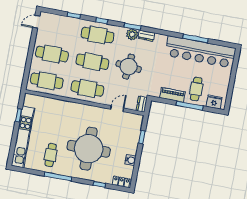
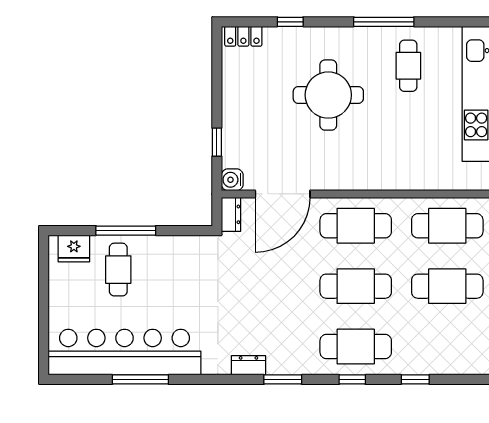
plant: (132, 34) -> (280, 362), removed
round table: (129, 67) -> (275, 291), removed
piano: (172, 95) -> (168, 247), removed
door: (117, 109) -> (283, 194), width x1.88
round table: (89, 149) -> (328, 95), width x0.73, depth x0.73
water cooler: (131, 160) -> (232, 180), moved

